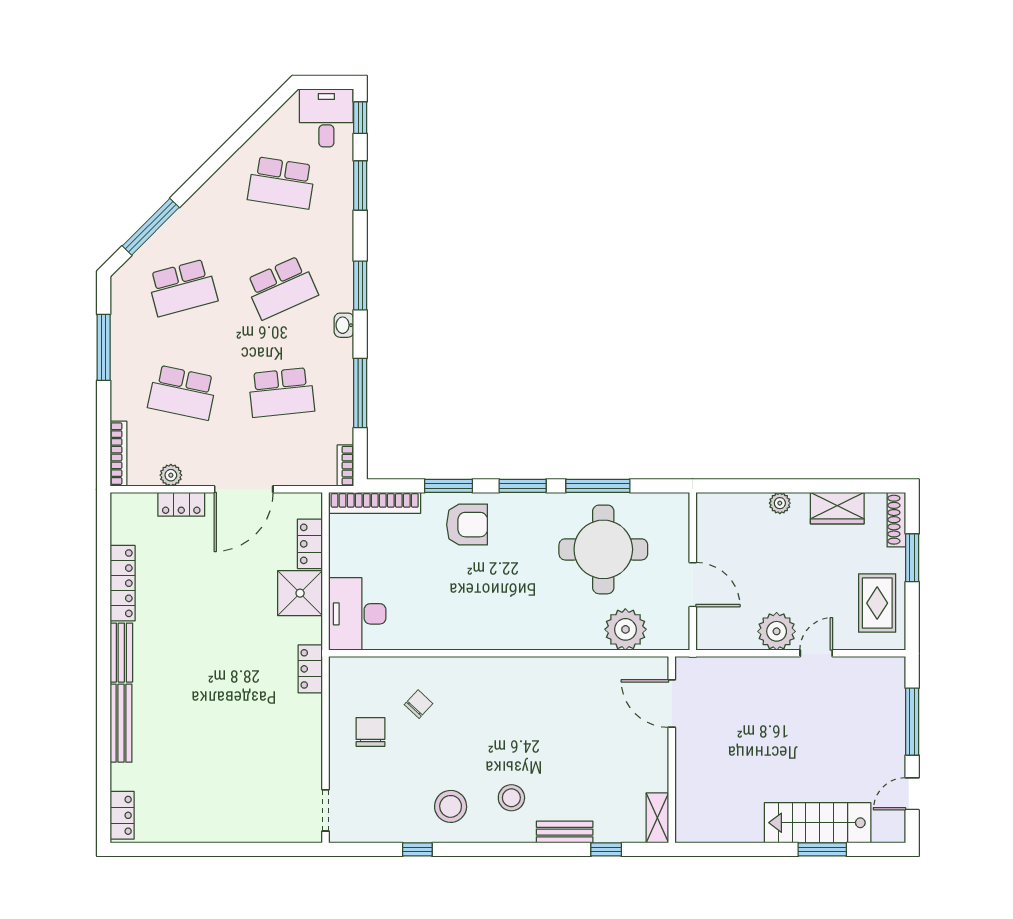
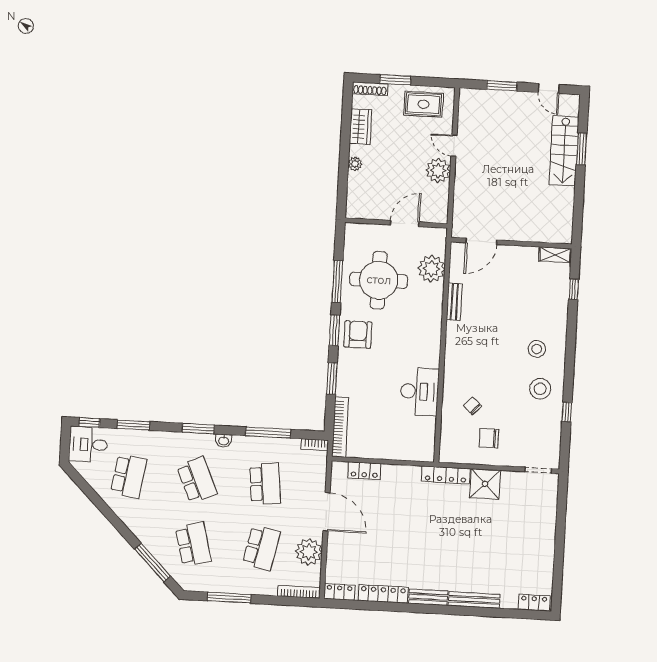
plant: (171, 475) -> (309, 552), width x1.87, depth x1.87
locker: (181, 504) -> (339, 592), moved, turned -90
armchair: (467, 525) -> (358, 334), moved
shower: (300, 593) -> (485, 484), moved
desk: (357, 614) -> (420, 392), moved, turned -90
locker: (310, 669) -> (446, 475), width x1.53
window: (912, 722) -> (502, 86), width x0.69
bench: (565, 832) -> (454, 302), moved

